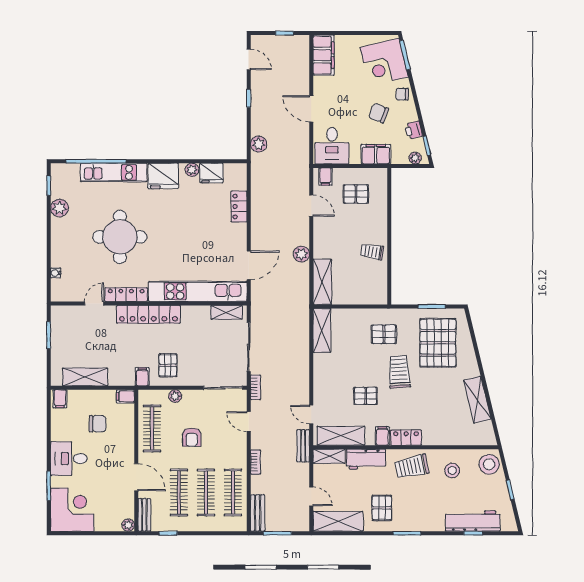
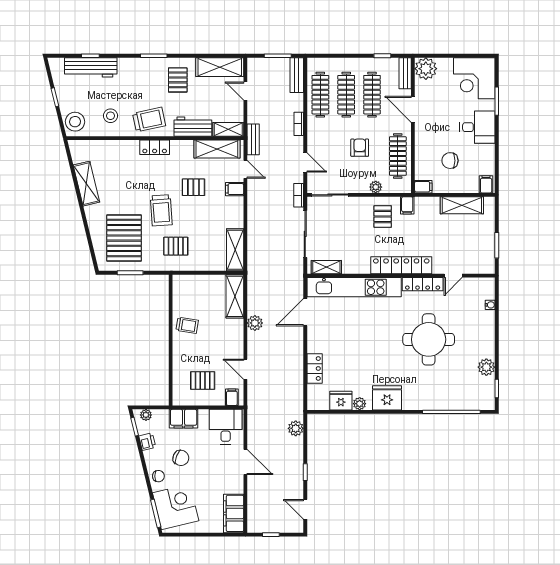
kitchen unit: (114, 172) -> (434, 401), removed
filing cabinet: (382, 436) -> (235, 189), moved, turned 90
plant: (128, 525) -> (426, 69), width x1.88, depth x1.88

